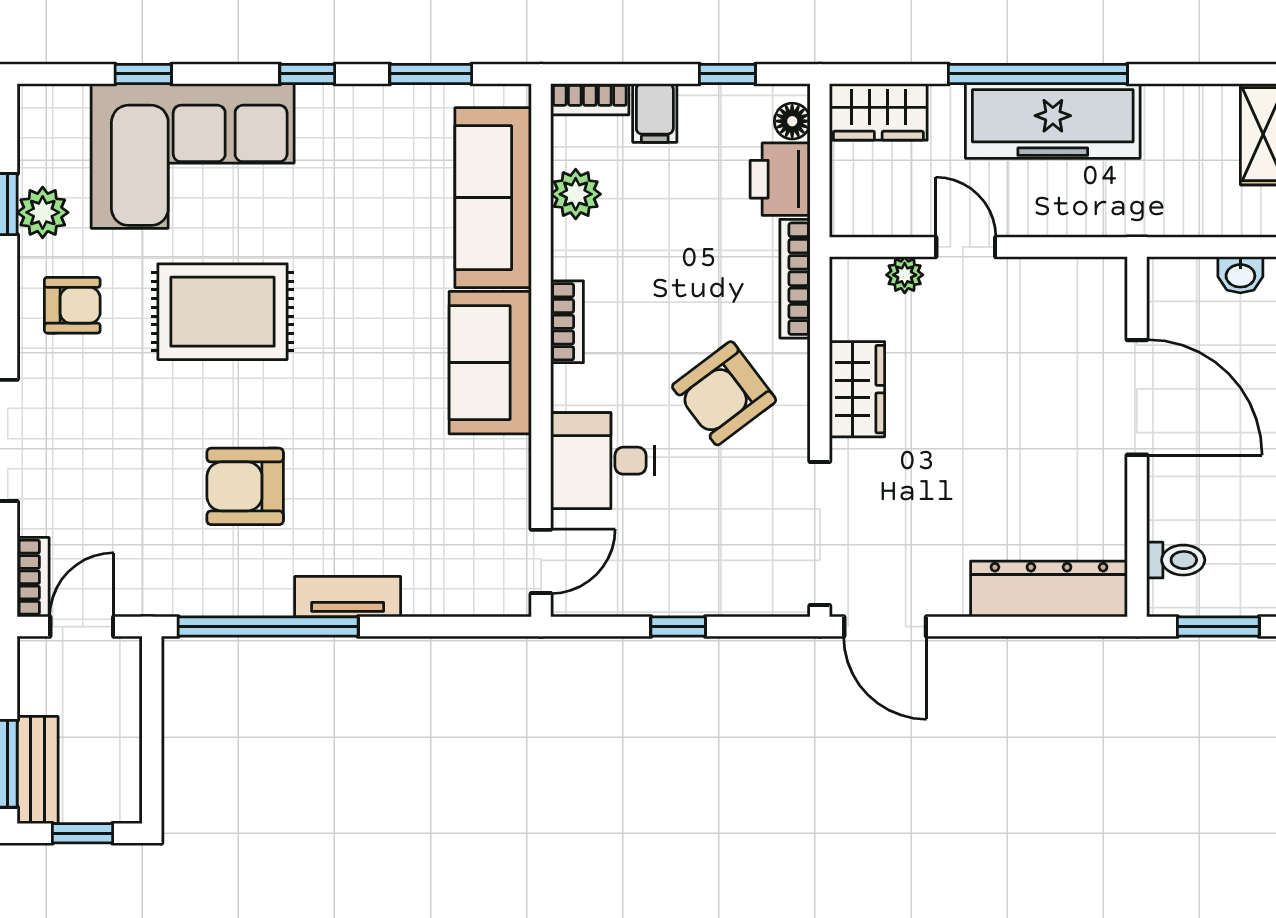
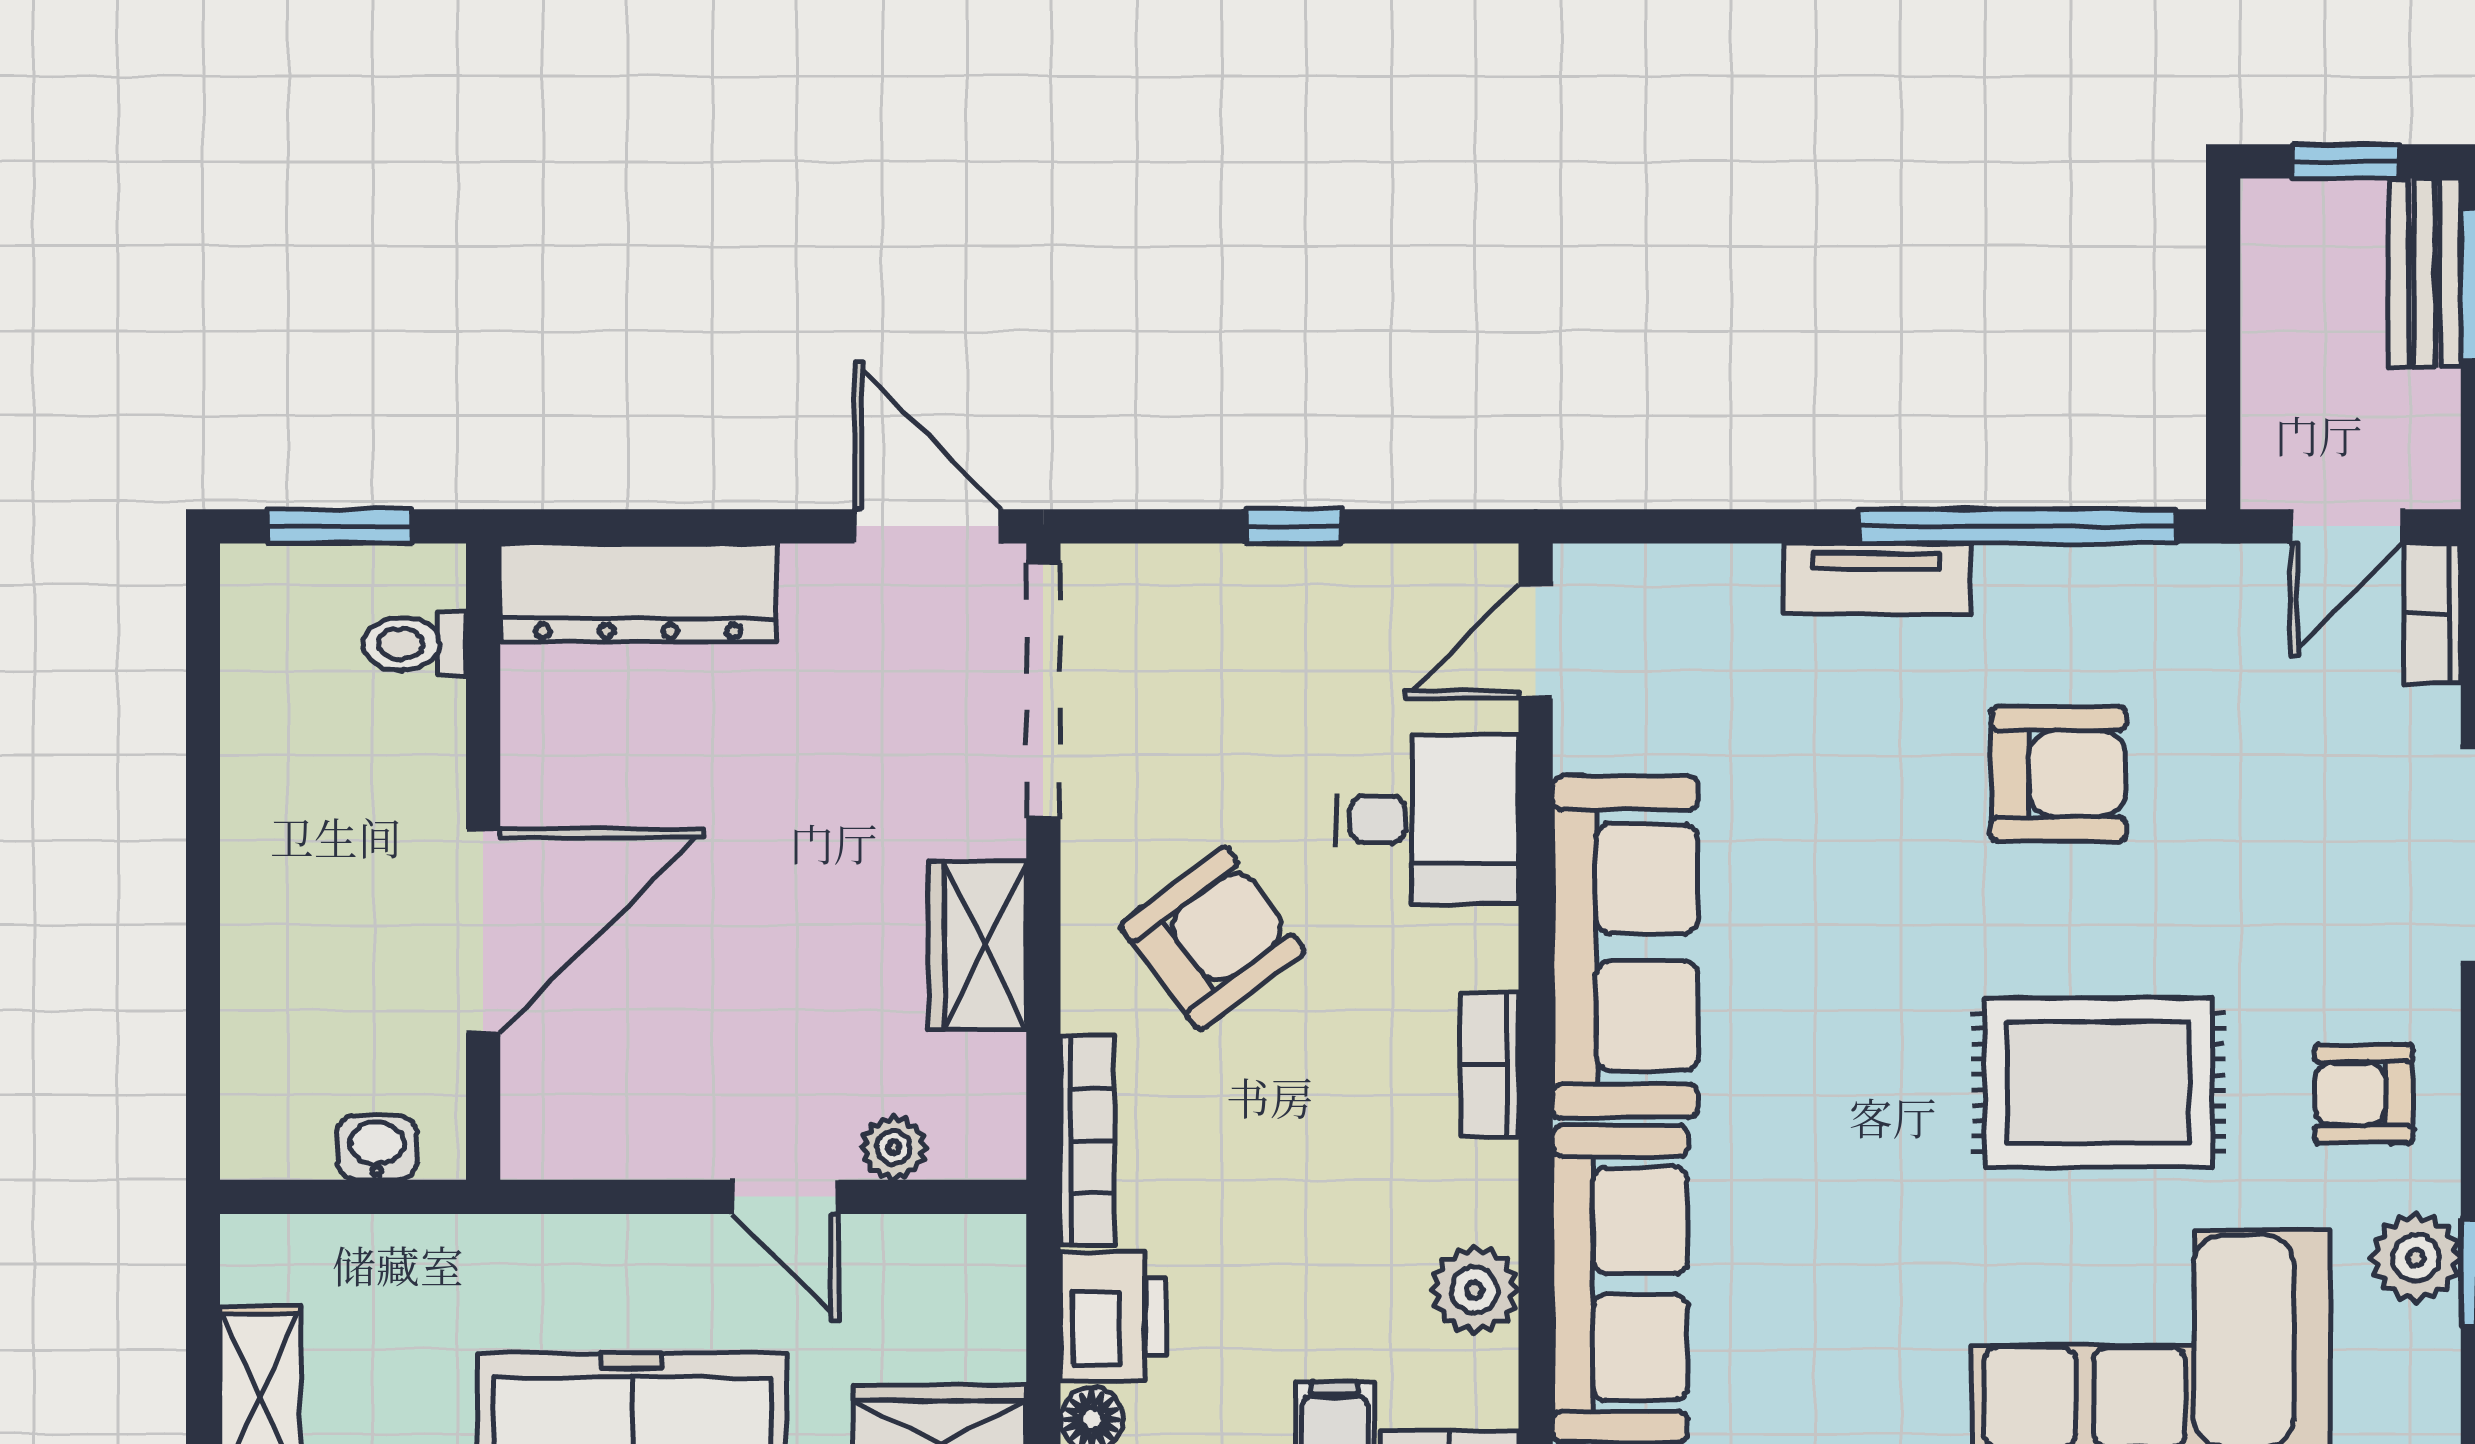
washbasin: (1240, 275) -> (377, 1148), moved
sofa: (490, 363) -> (1625, 947), width x1.36
door: (1137, 397) -> (483, 931), swing flipped

